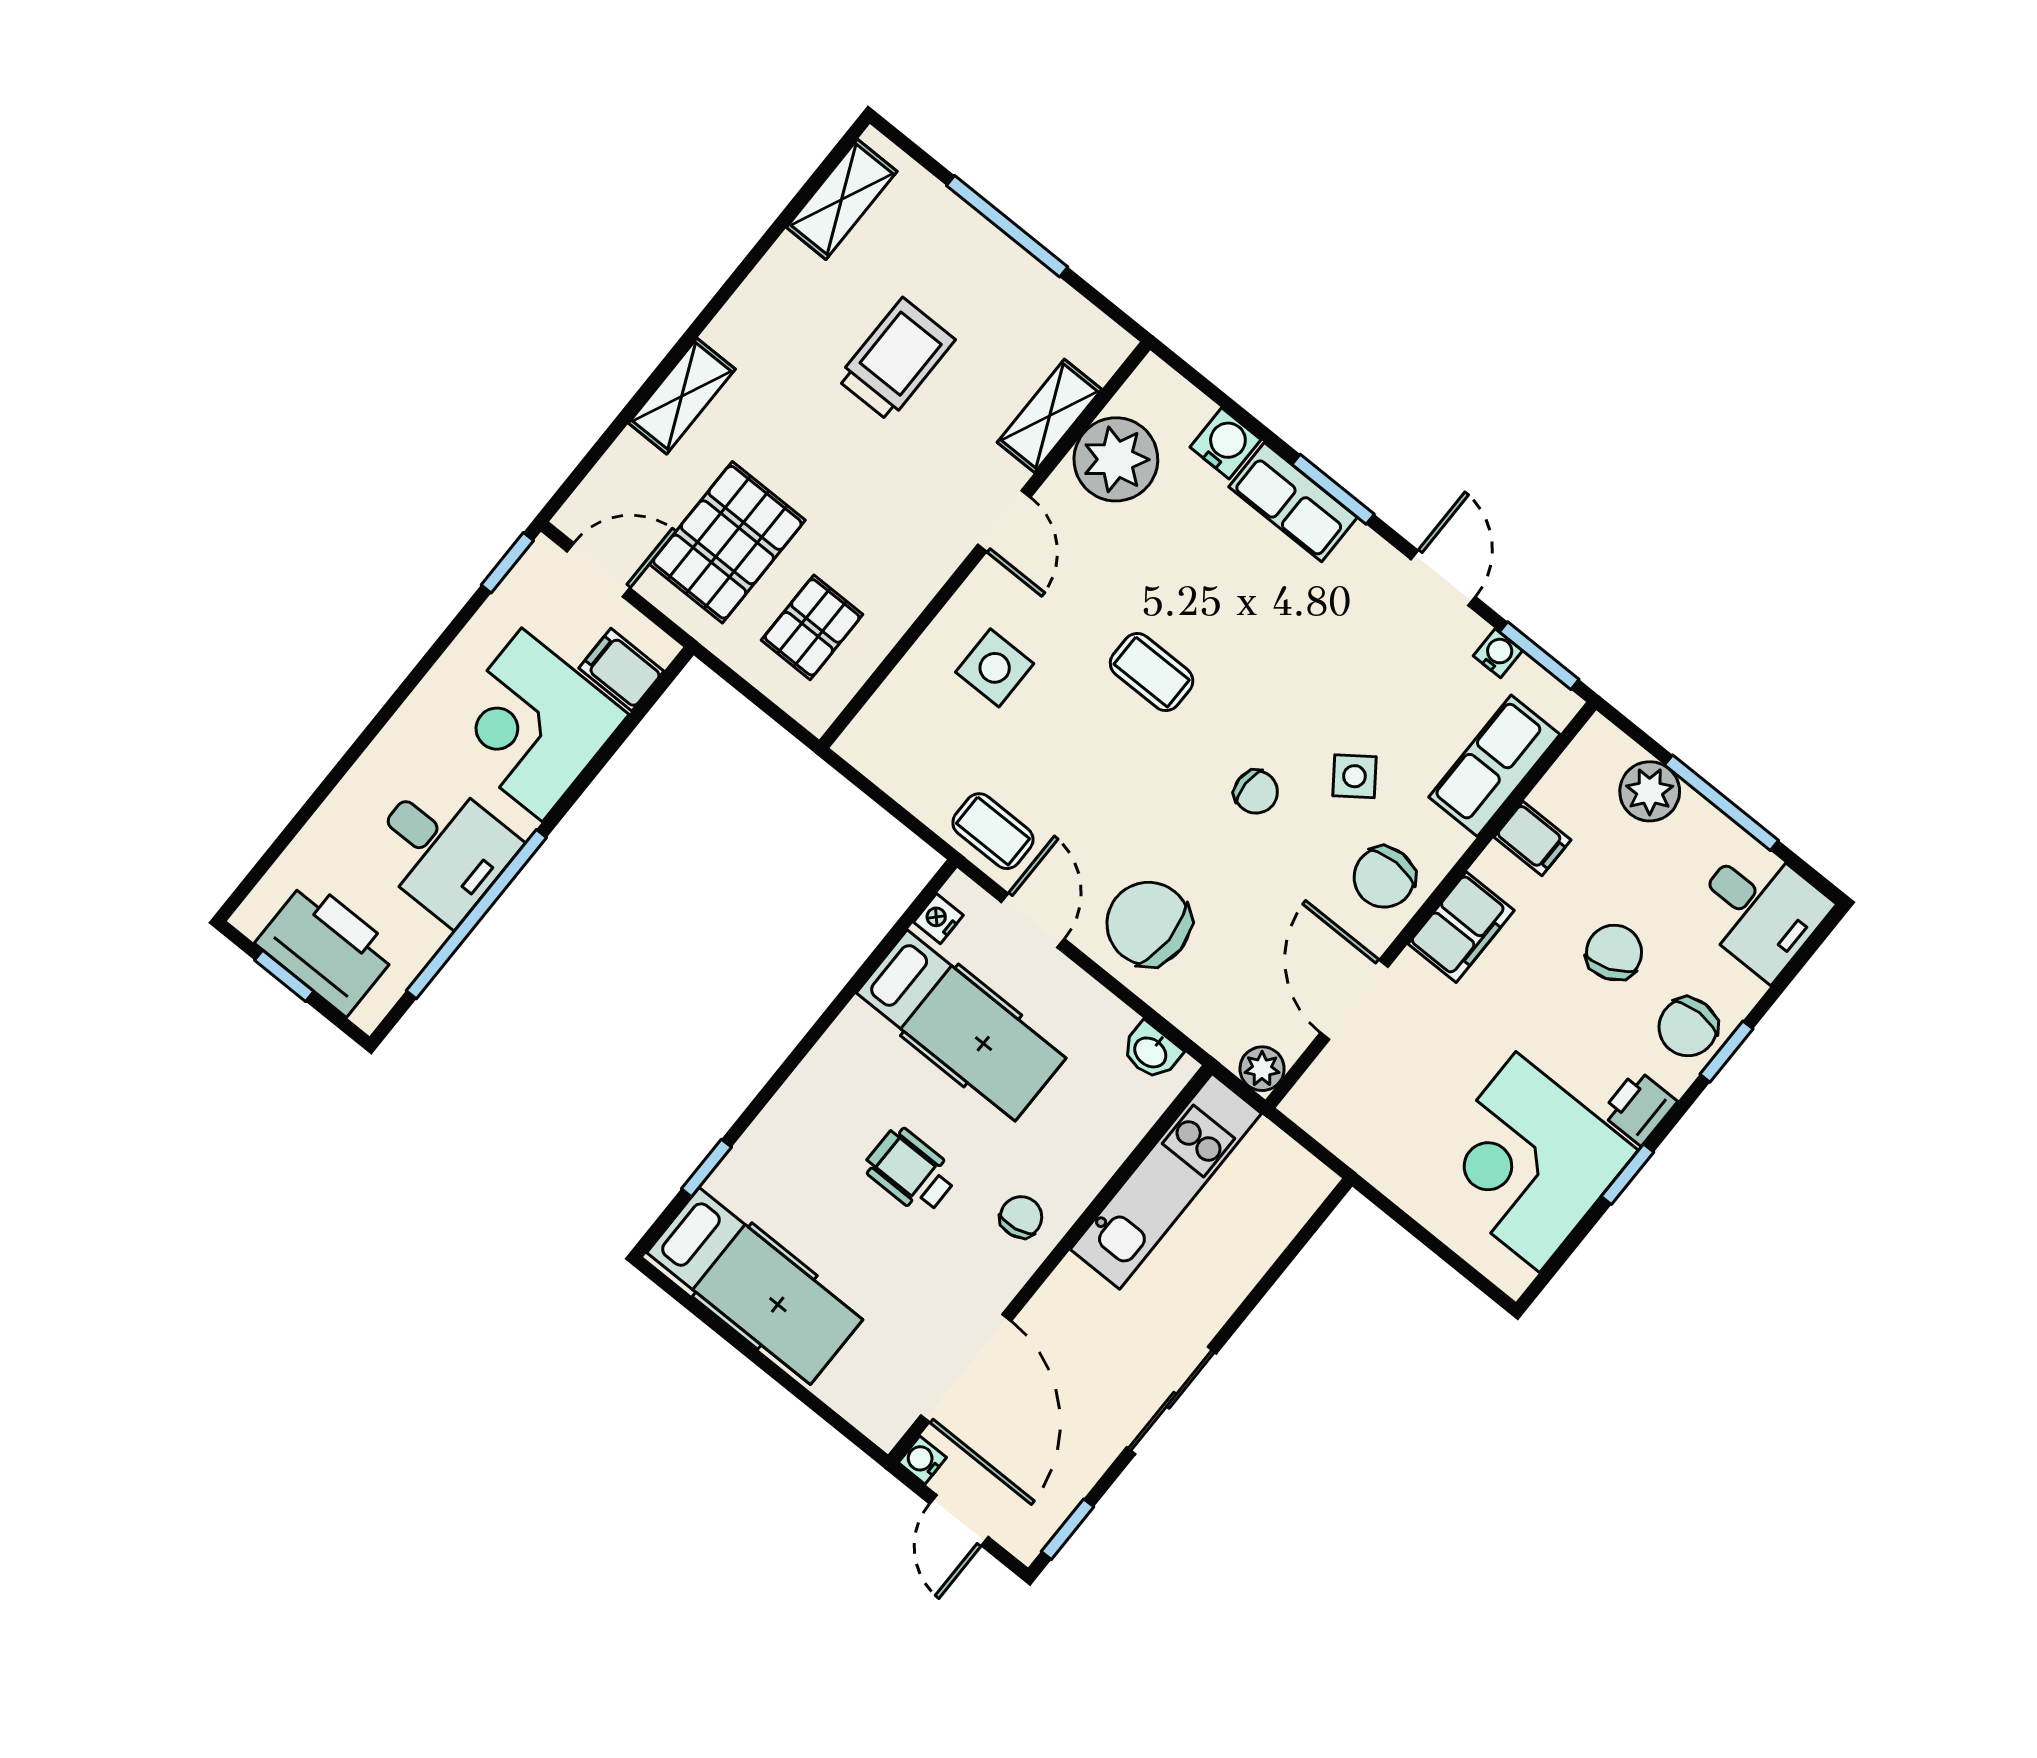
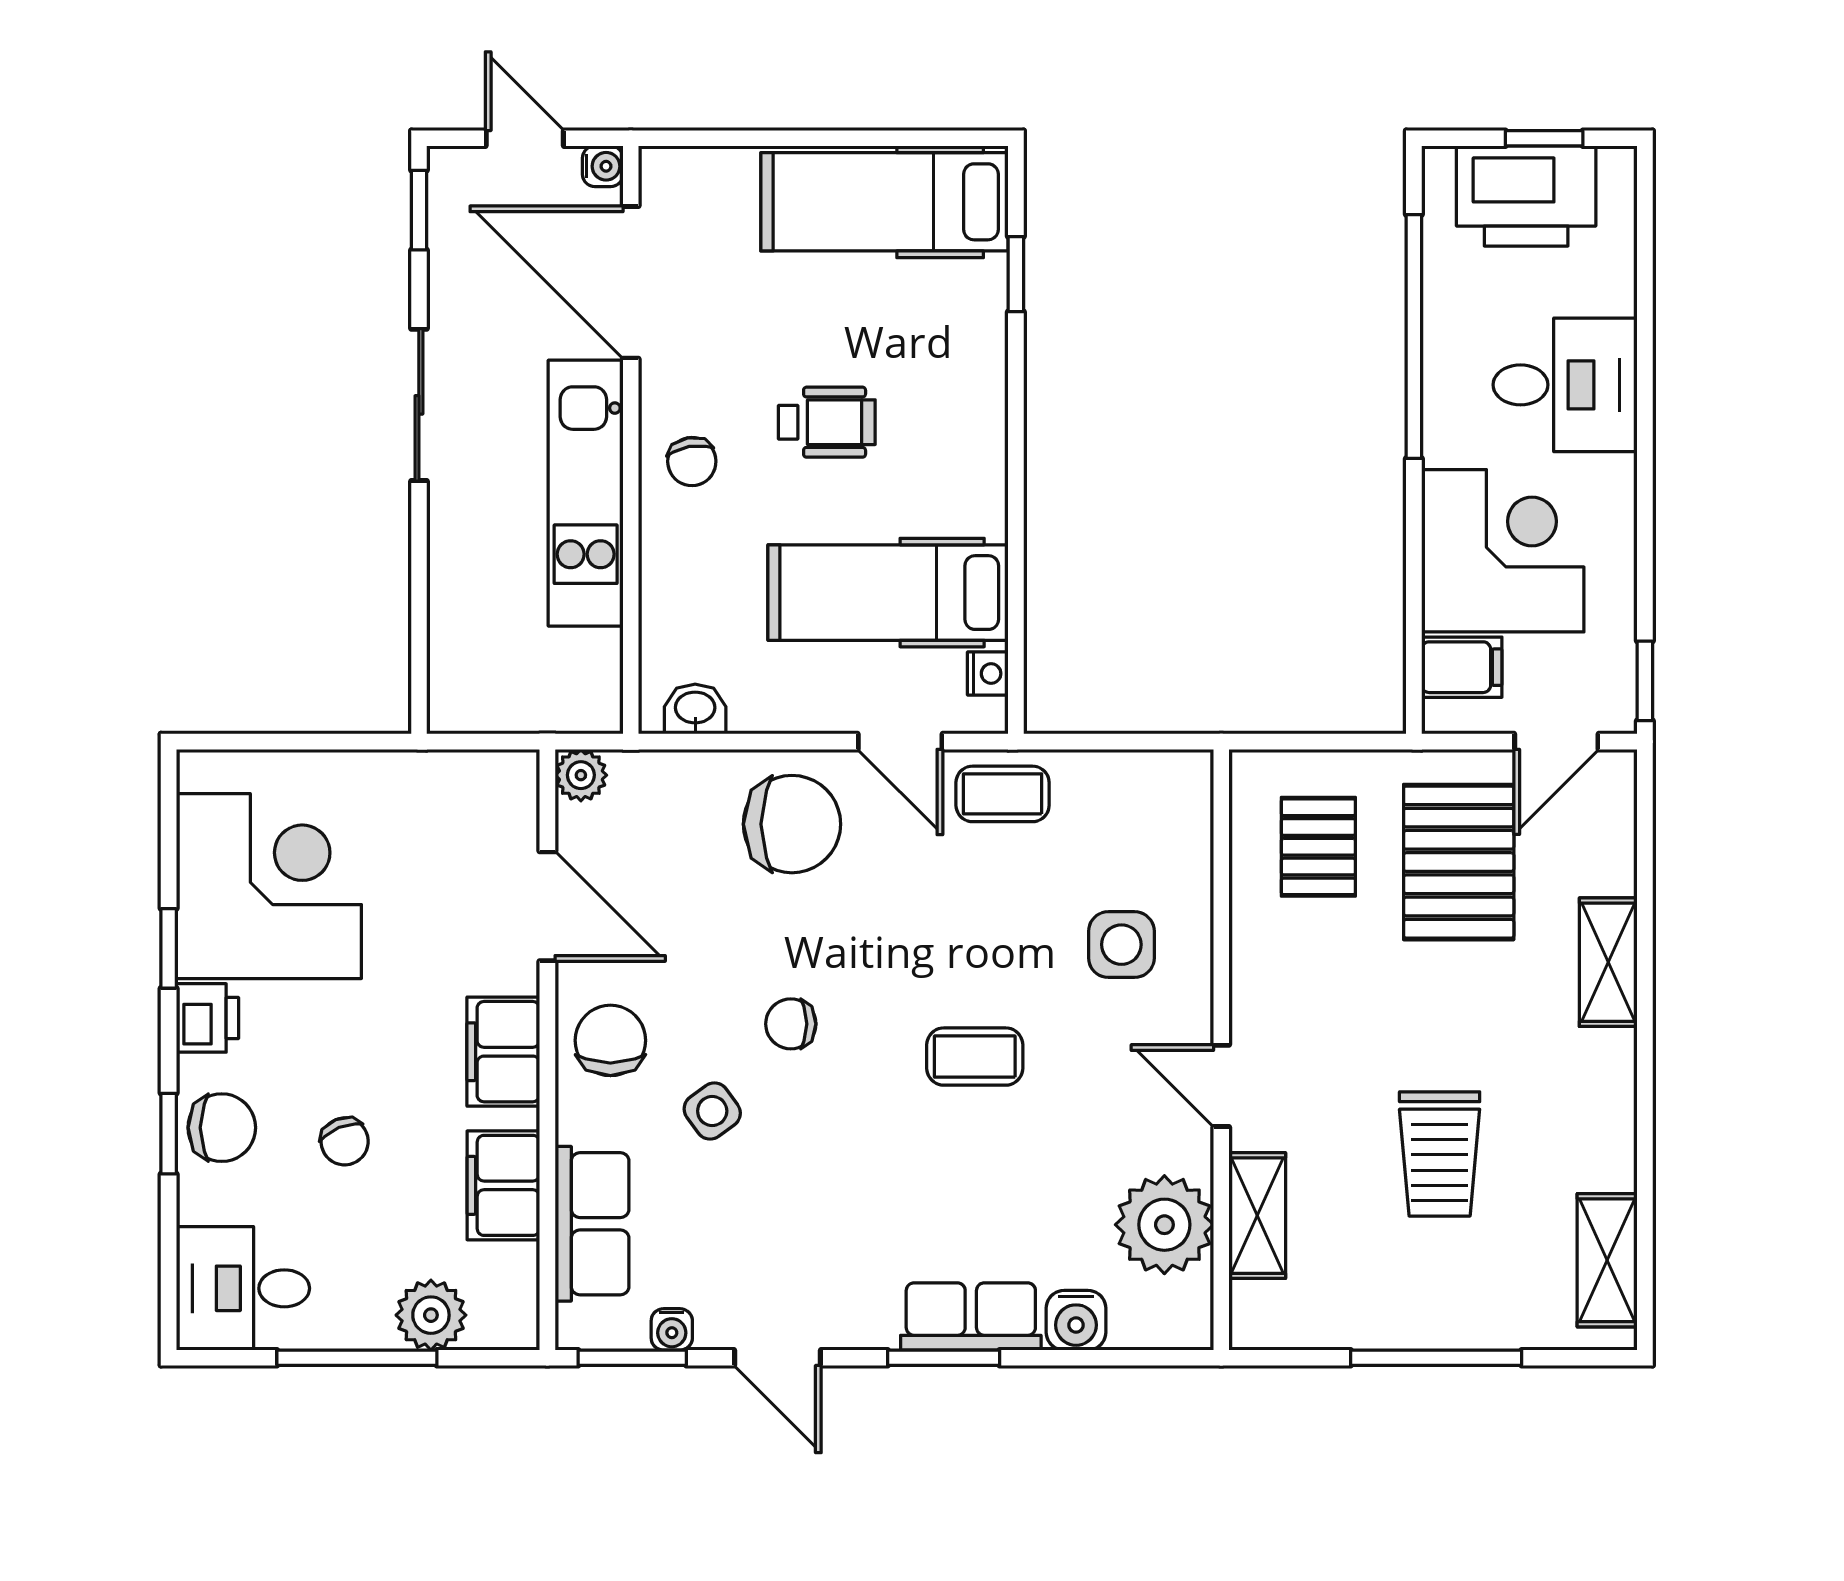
filing cabinet: (1532, 839) -> (503, 1185), width x2.00
desk: (442, 849) -> (1565, 385), moved, turned 180
chair: (1614, 952) -> (345, 1141), width x0.73, depth x0.73
chair: (1688, 1027) -> (222, 1128), turned 91
kitchen unit: (1166, 1181) -> (586, 493), moved

